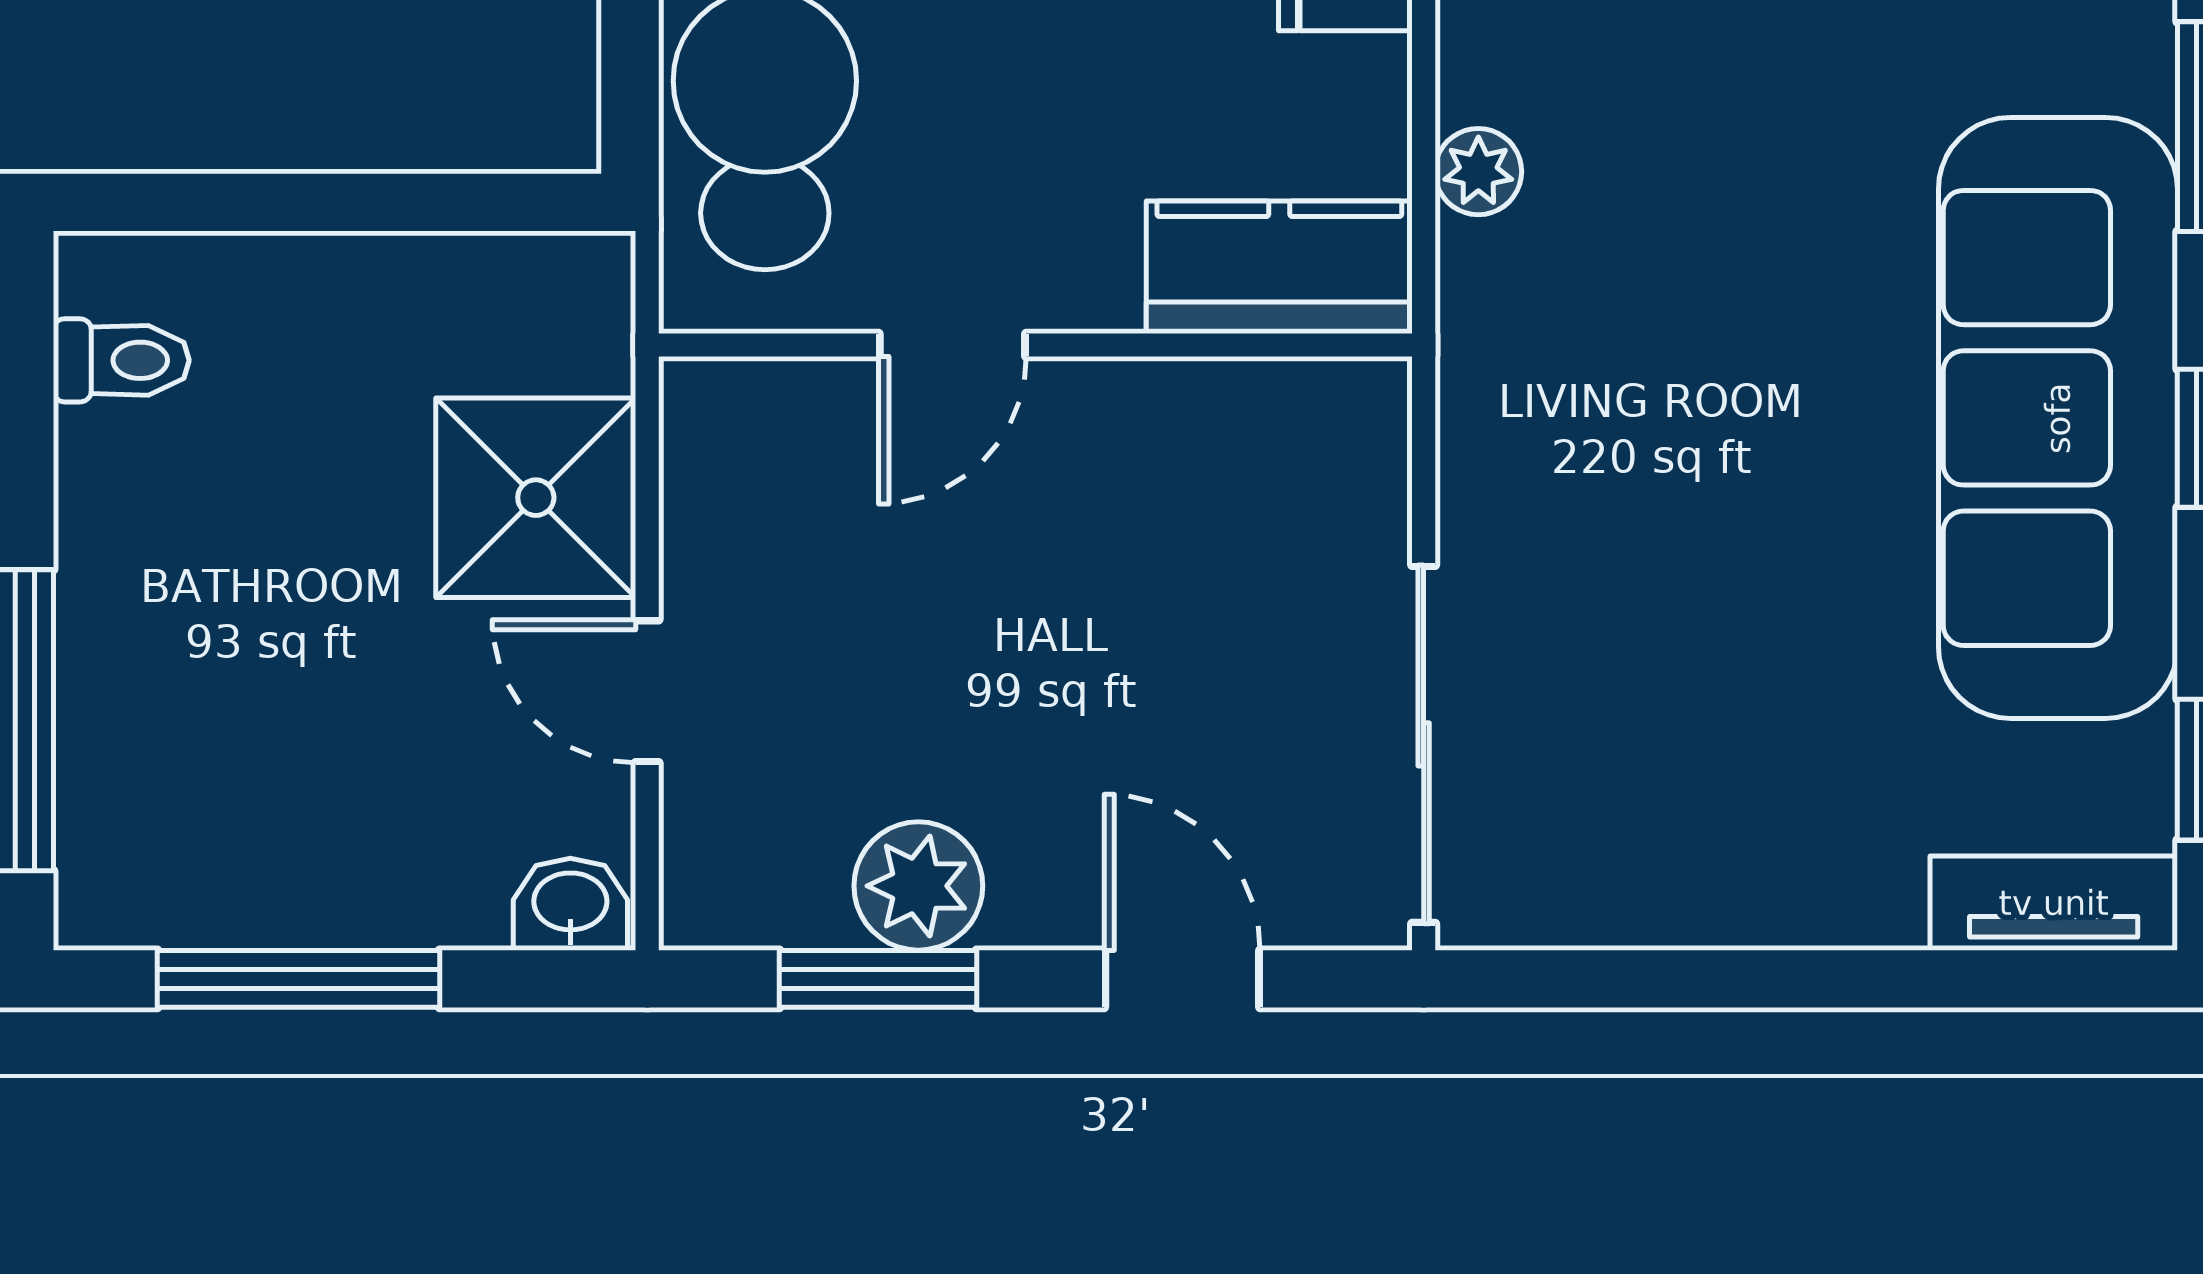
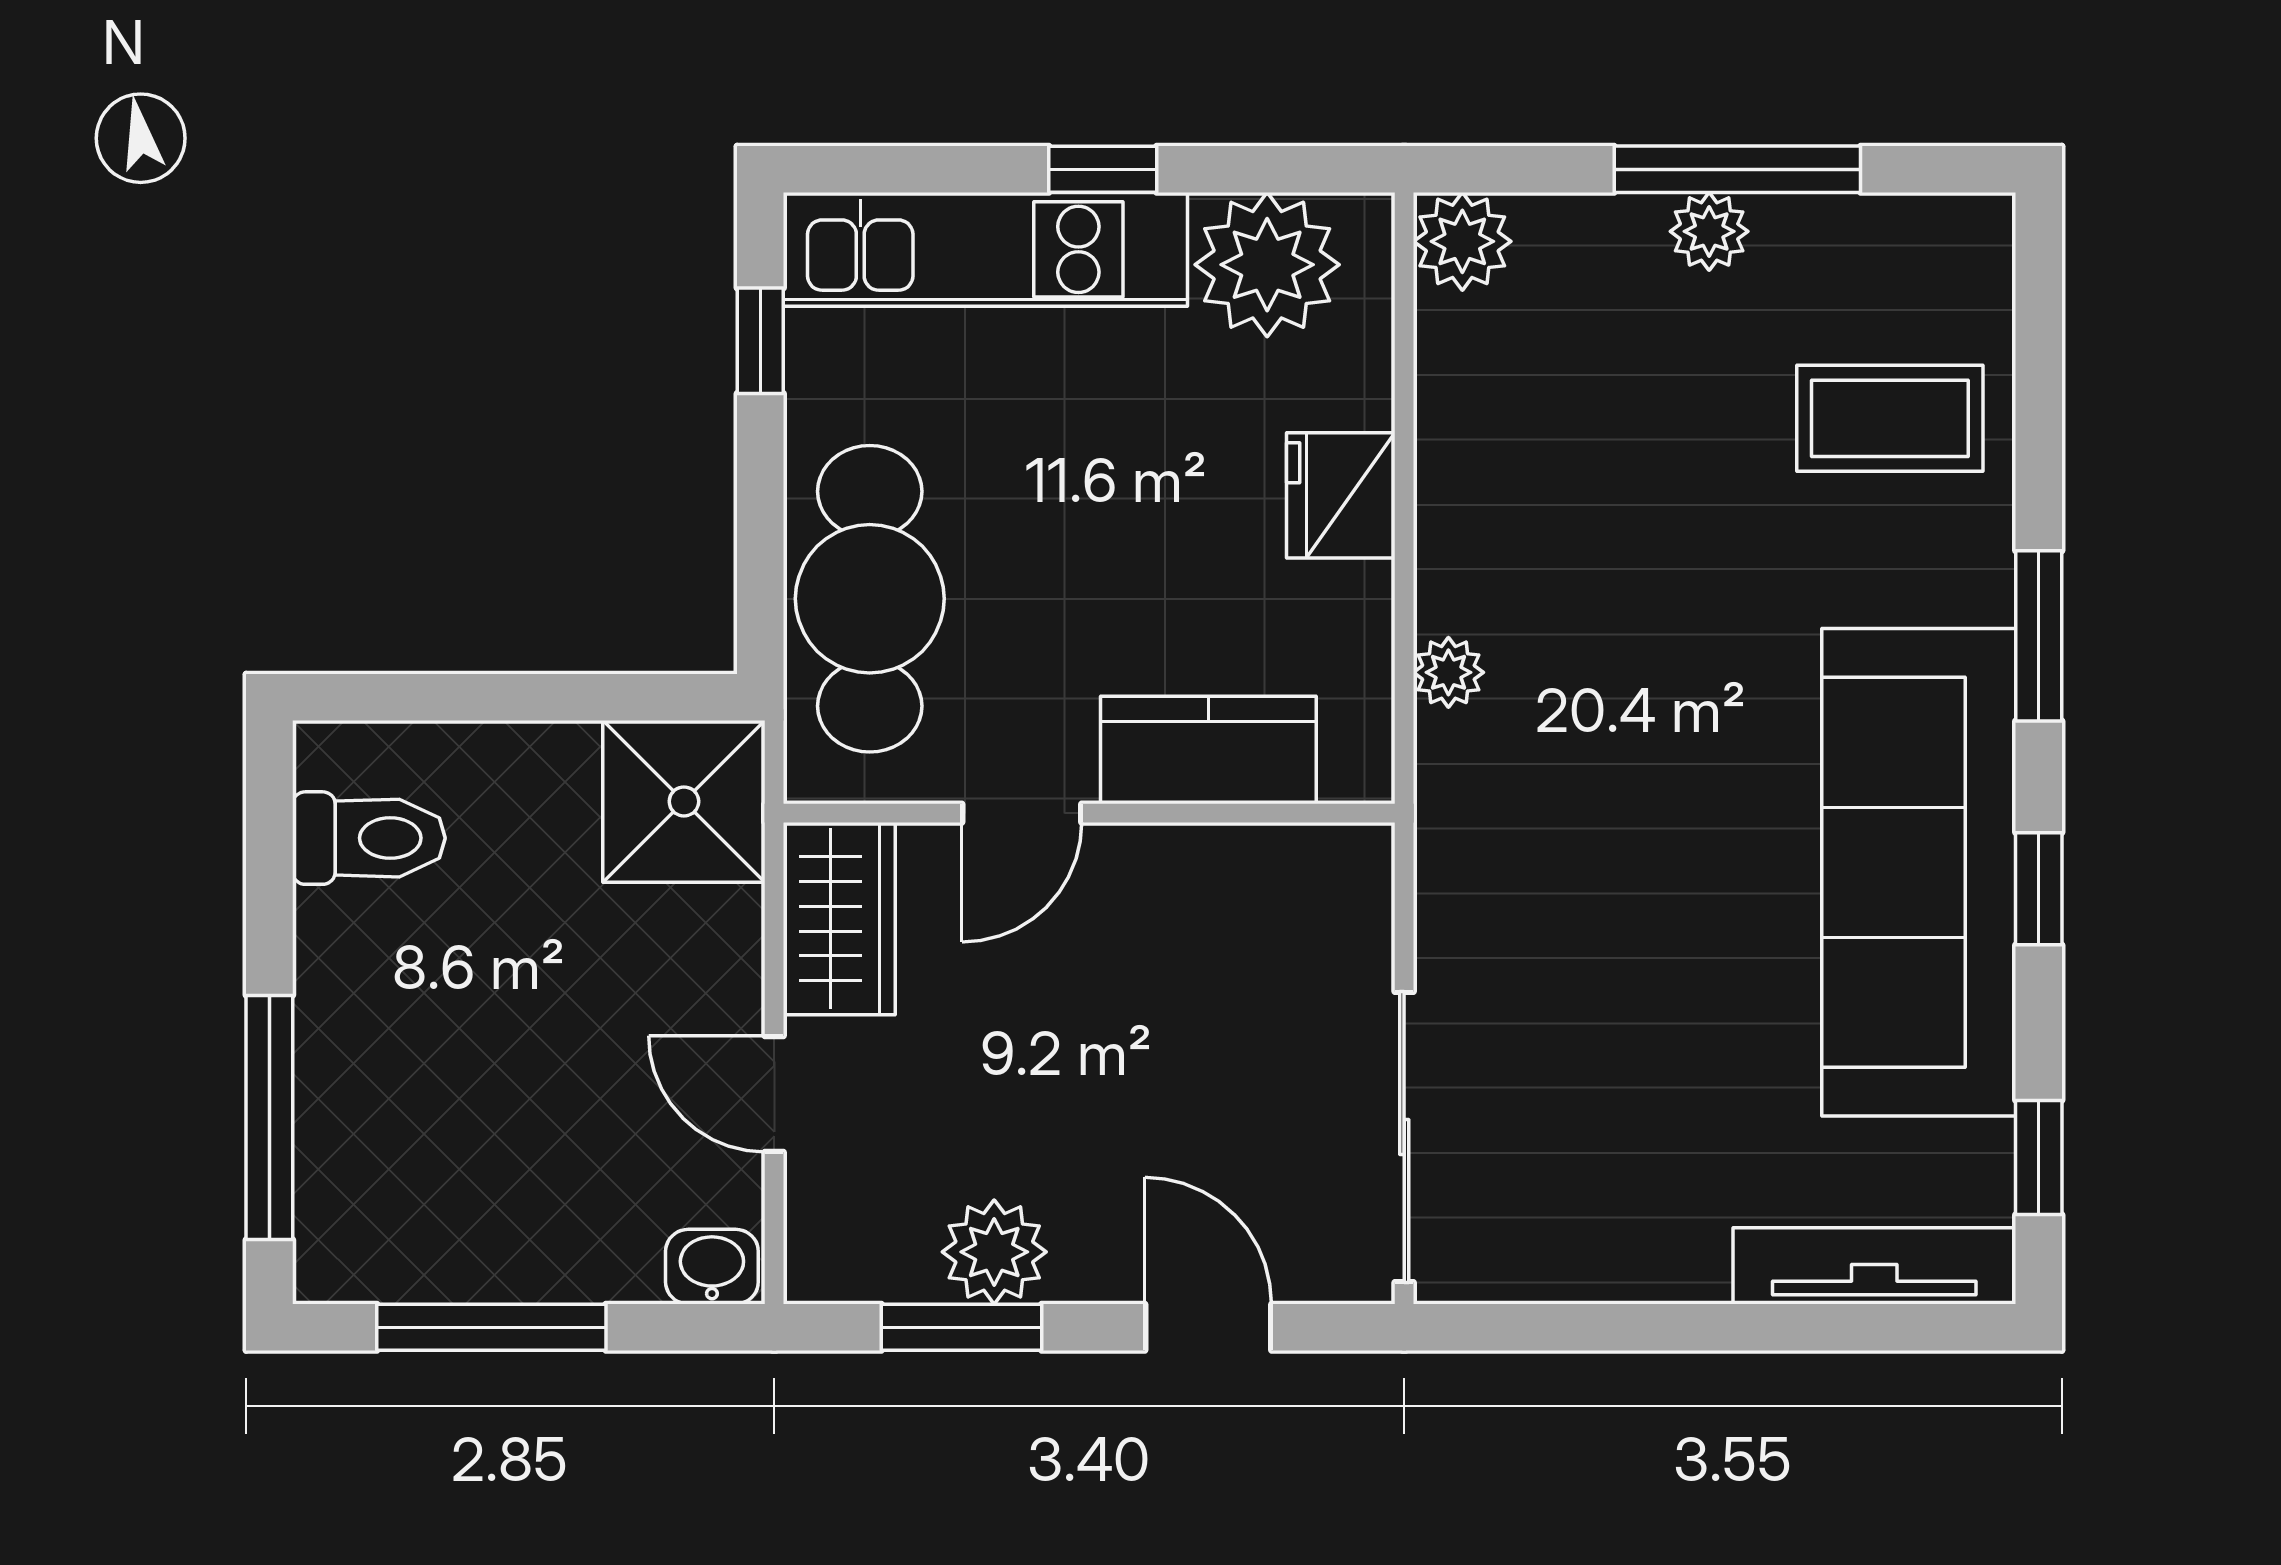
kitchen counter: (1279, 267) -> (1208, 750), moved
toilet: (121, 360) -> (369, 838), width x1.37, depth x1.39
wardrobe: (727, 475) -> (839, 919), added
shower: (536, 498) -> (684, 801), moved
tv unit: (2054, 903) -> (1874, 1266), width x1.41

